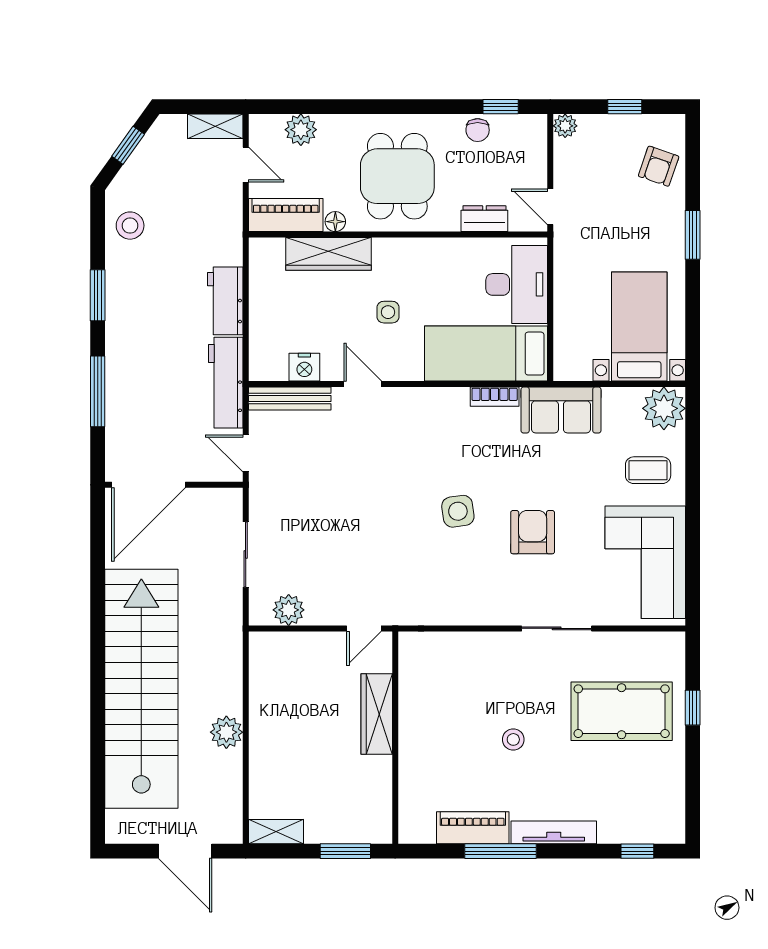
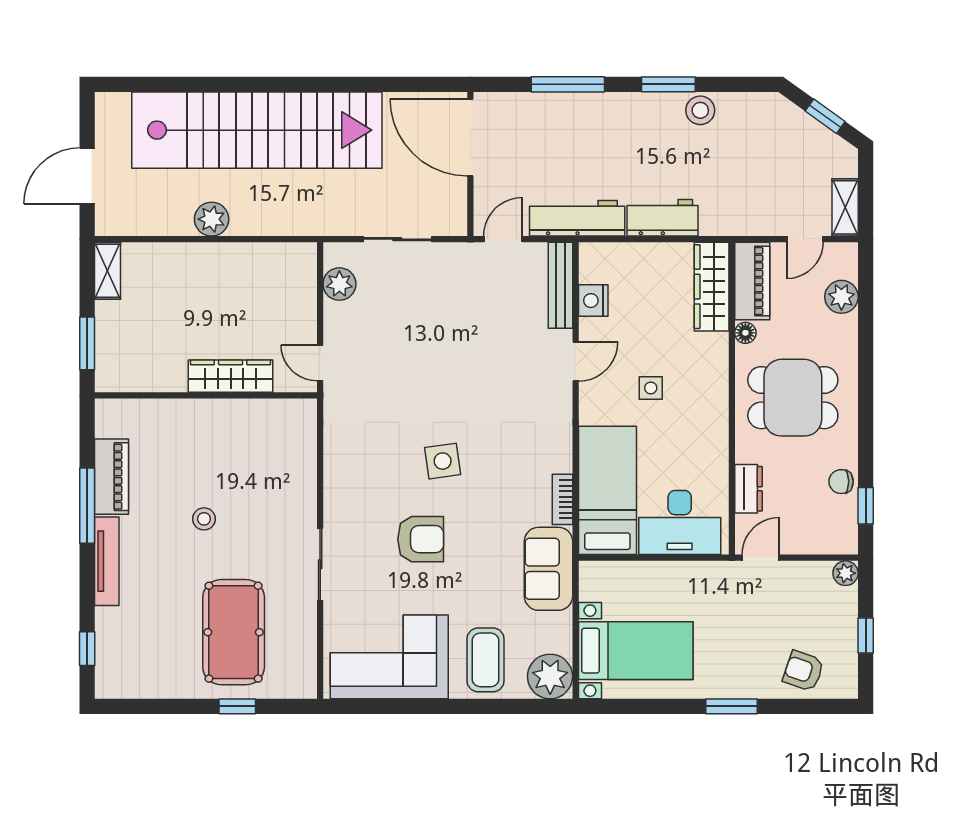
stool: (130, 226) -> (700, 110), moved
wardrobe: (328, 254) -> (712, 287), moved
coffee table: (648, 470) -> (486, 660), width x1.36, depth x1.30

